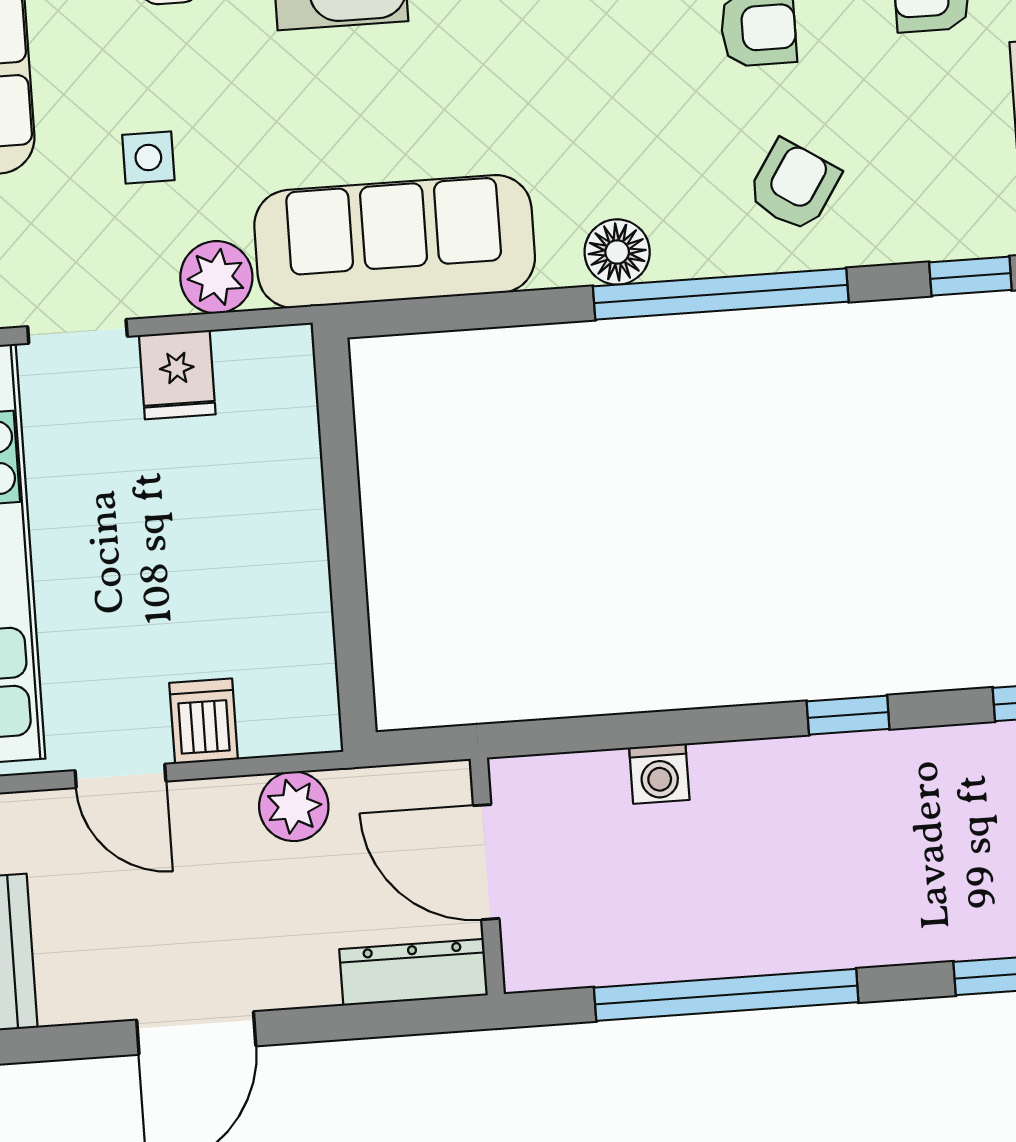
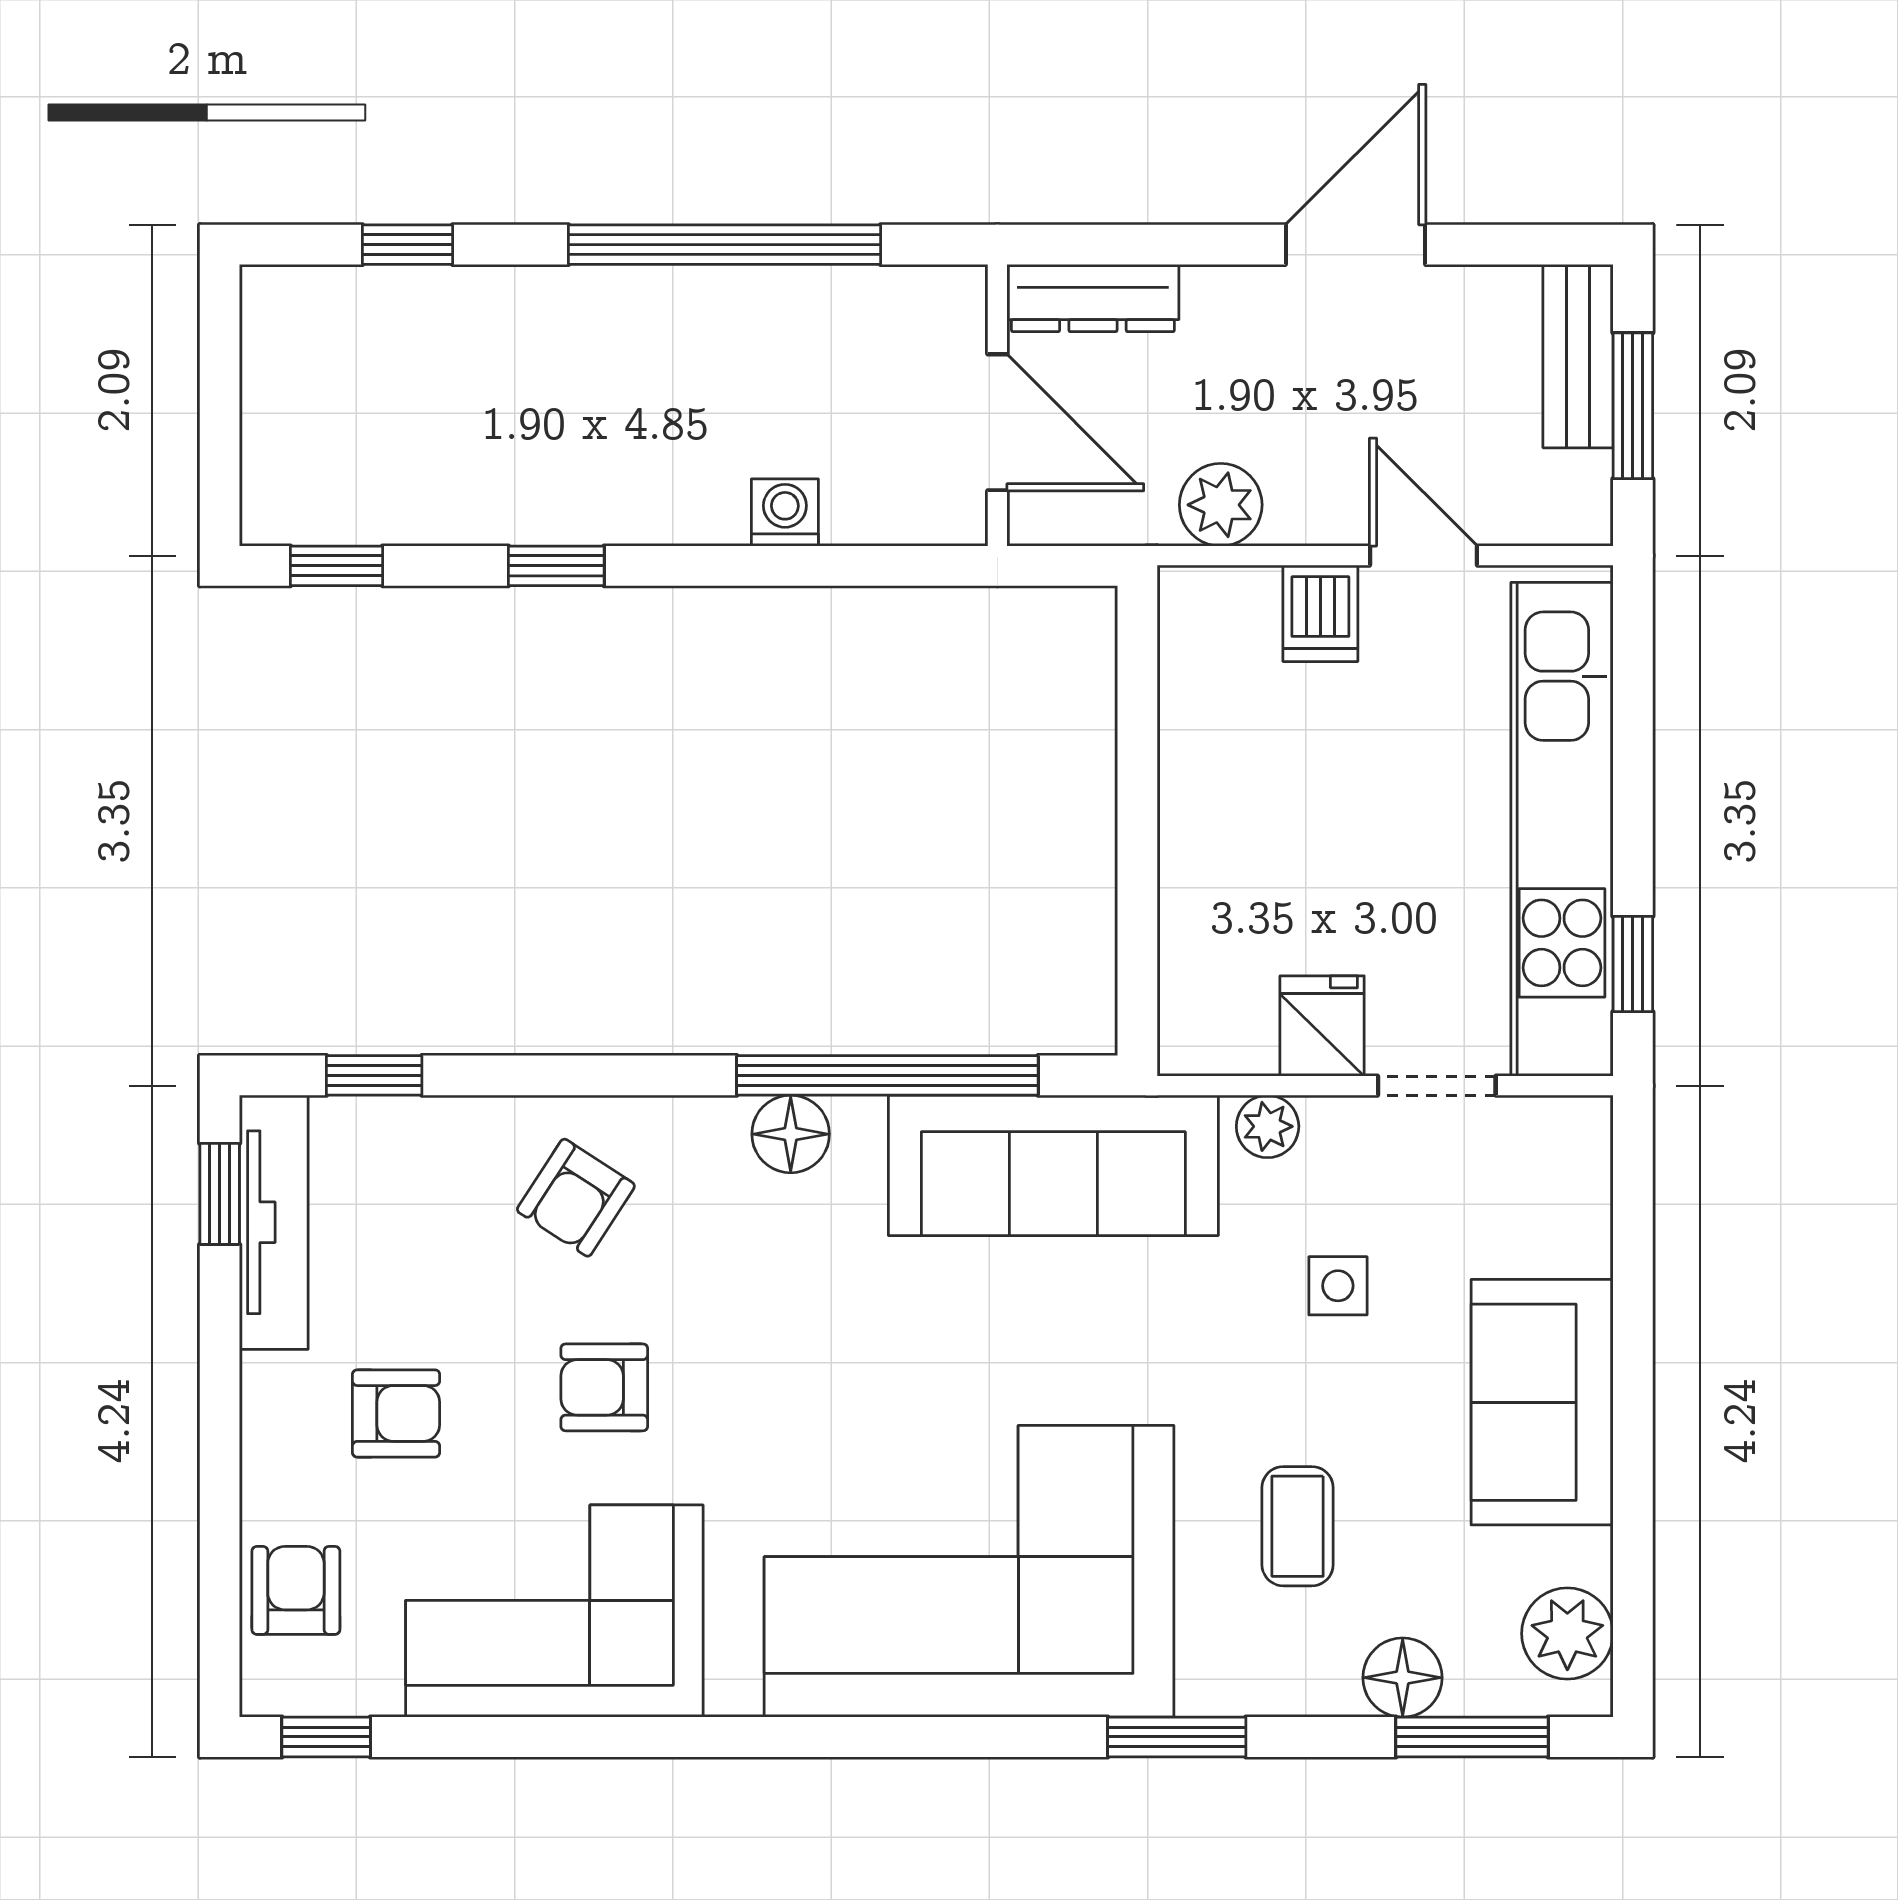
plant: (216, 277) -> (1268, 1126), width x0.73, depth x0.73
window: (721, 294) -> (887, 1075), moved

